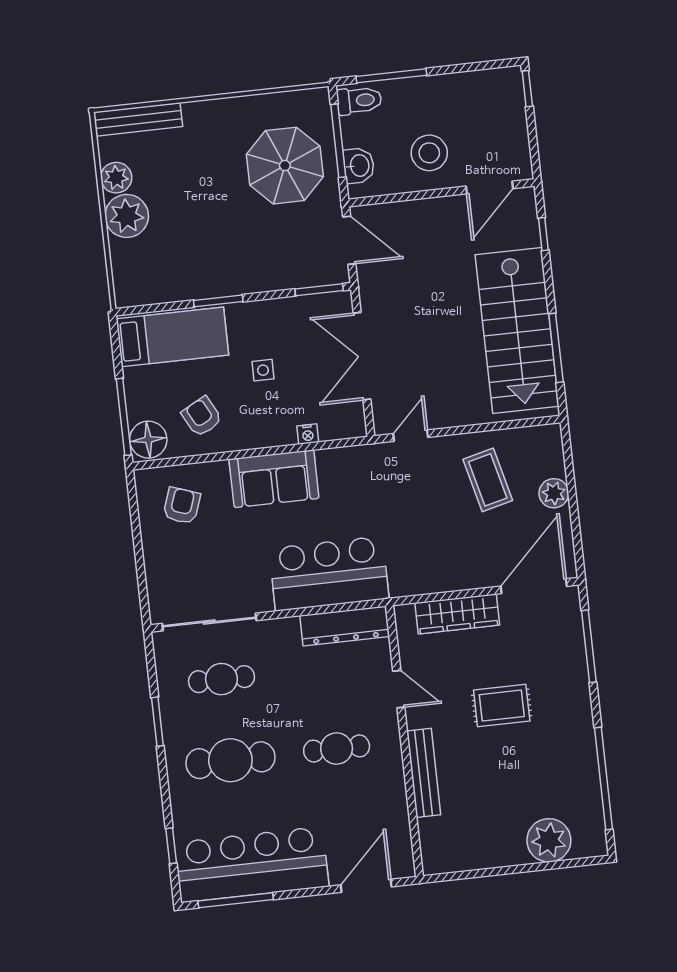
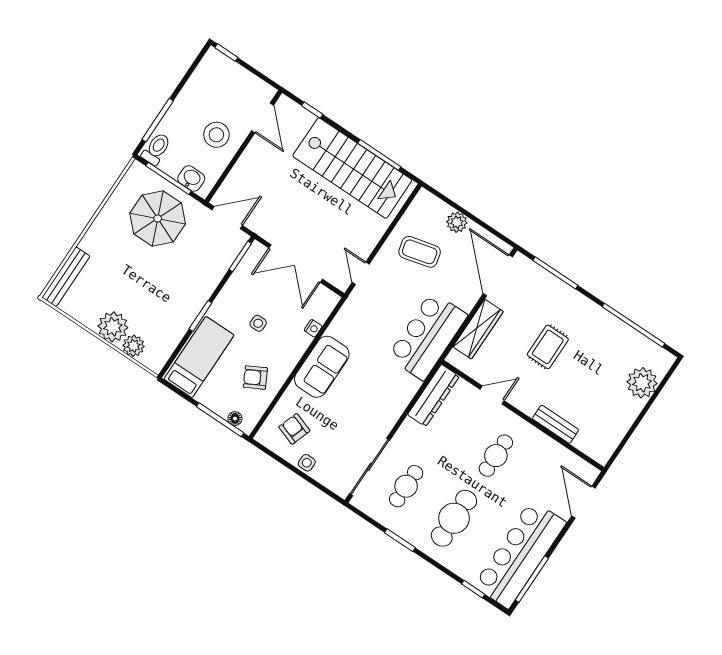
plant: (116, 178) -> (134, 346), moved
floor lamp: (148, 440) -> (235, 419), width x0.53, depth x0.53
side table: (156, 550) -> (307, 463), added
bar counter: (329, 574) -> (428, 336), moved
bench: (424, 773) -> (556, 424), width x0.73

